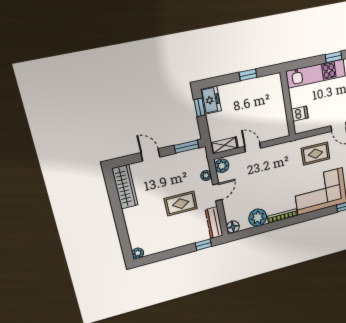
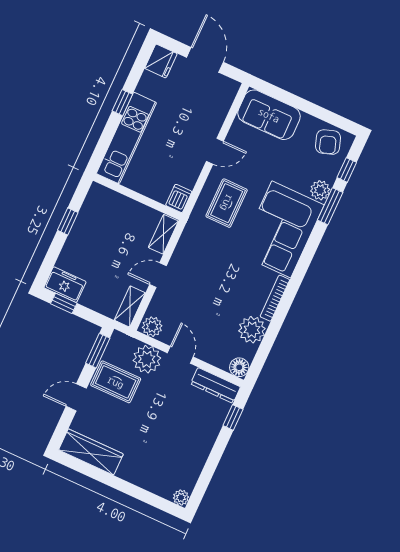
dishwasher: (300, 114) -> (179, 198), moved
shelving: (277, 133) -> (163, 234), added
plant: (206, 176) -> (147, 359), width x1.88, depth x1.88
rug: (181, 204) -> (116, 382), moved, turned 90

